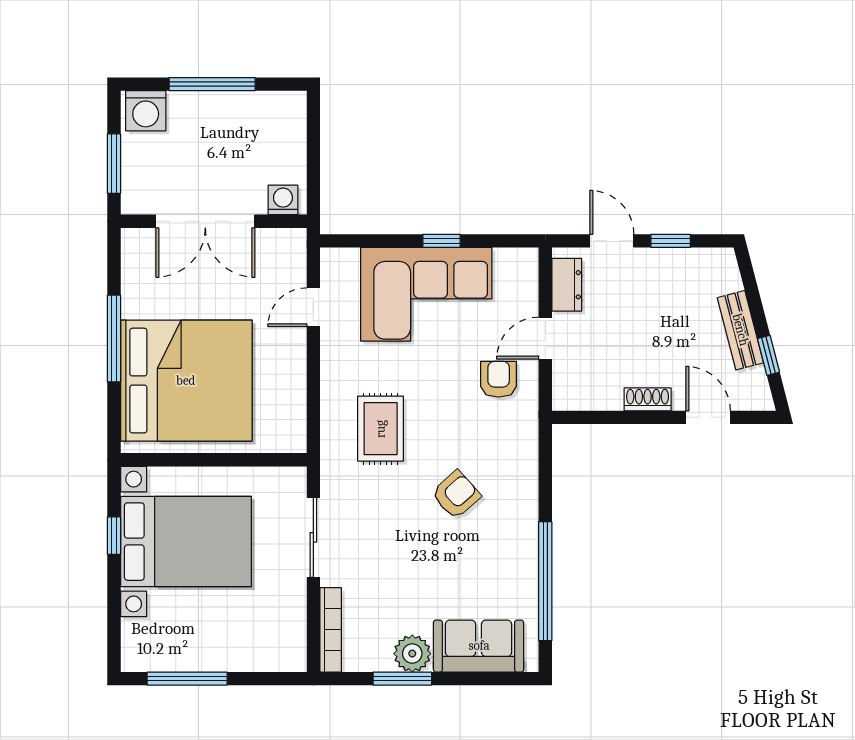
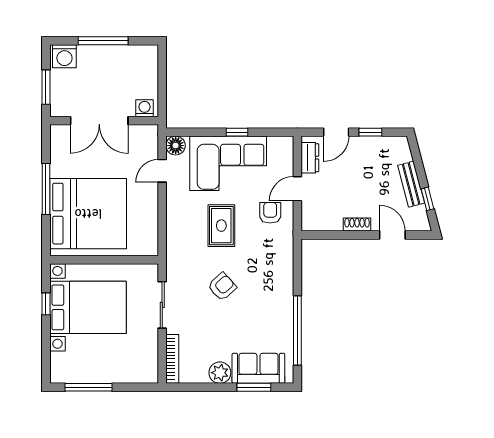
door: (612, 241) -> (336, 132), swing flipped
floor lamp: (336, 264) -> (176, 146), added
rug: (381, 429) -> (221, 226), moved
armchair: (456, 495) -> (222, 287), moved
window: (402, 679) -> (254, 387), moved

